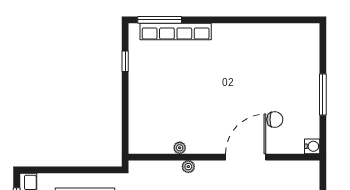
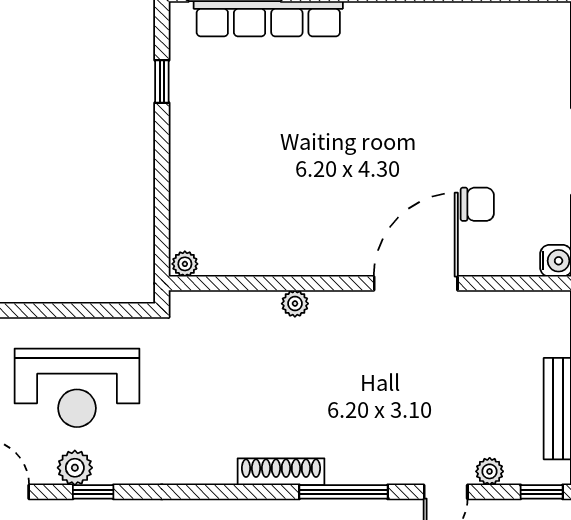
plant: (180, 148) -> (185, 264), moved

